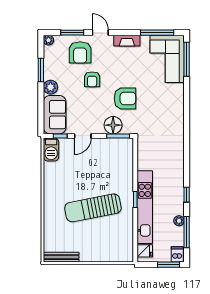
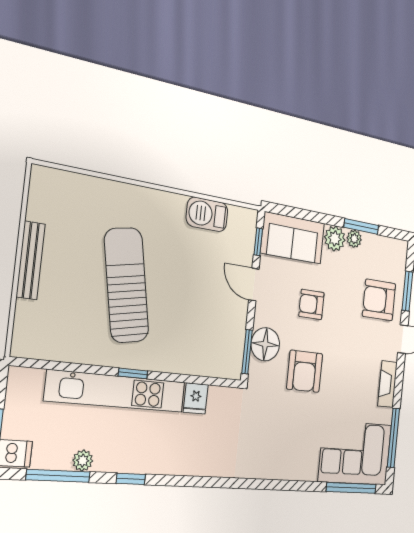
plant: (48, 40) -> (354, 239), moved
armchair: (92, 79) -> (311, 304), moved
barbecue: (51, 150) -> (207, 214), moved
fridge: (145, 251) -> (196, 398), moved
bench: (61, 257) -> (31, 260), moved

